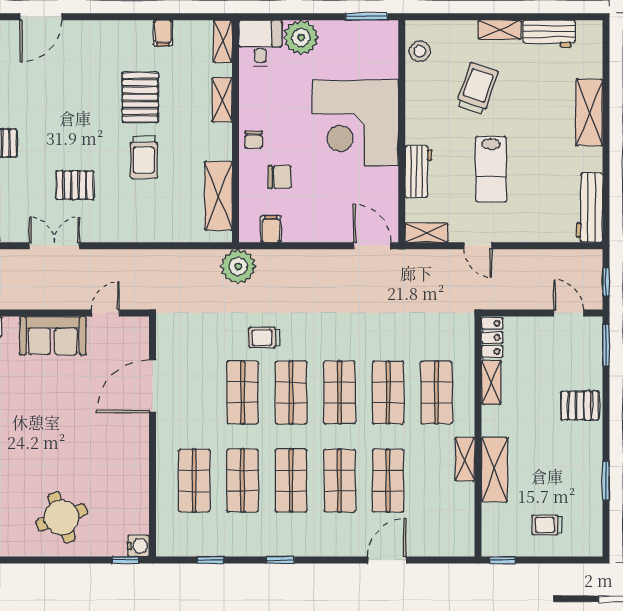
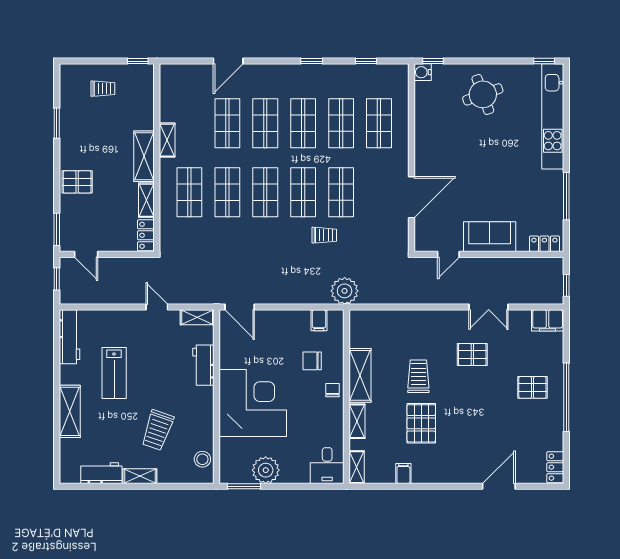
plant: (301, 37) -> (266, 470), moved
lab bench: (491, 169) -> (114, 373), moved, turned 180
shelving: (218, 196) -> (360, 375), moved
shelving: (494, 470) -> (144, 156), moved

